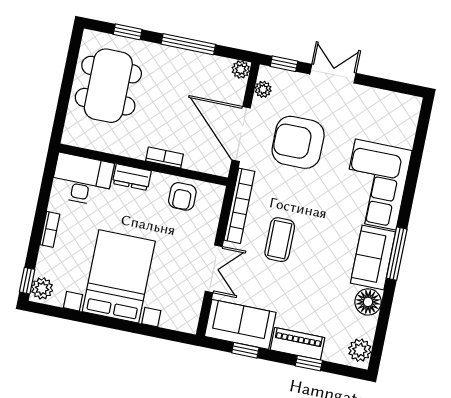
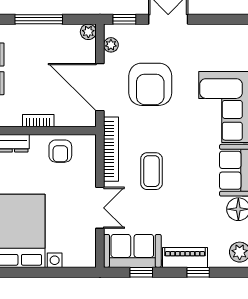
armchair: (298, 142) -> (150, 84), turned -90

